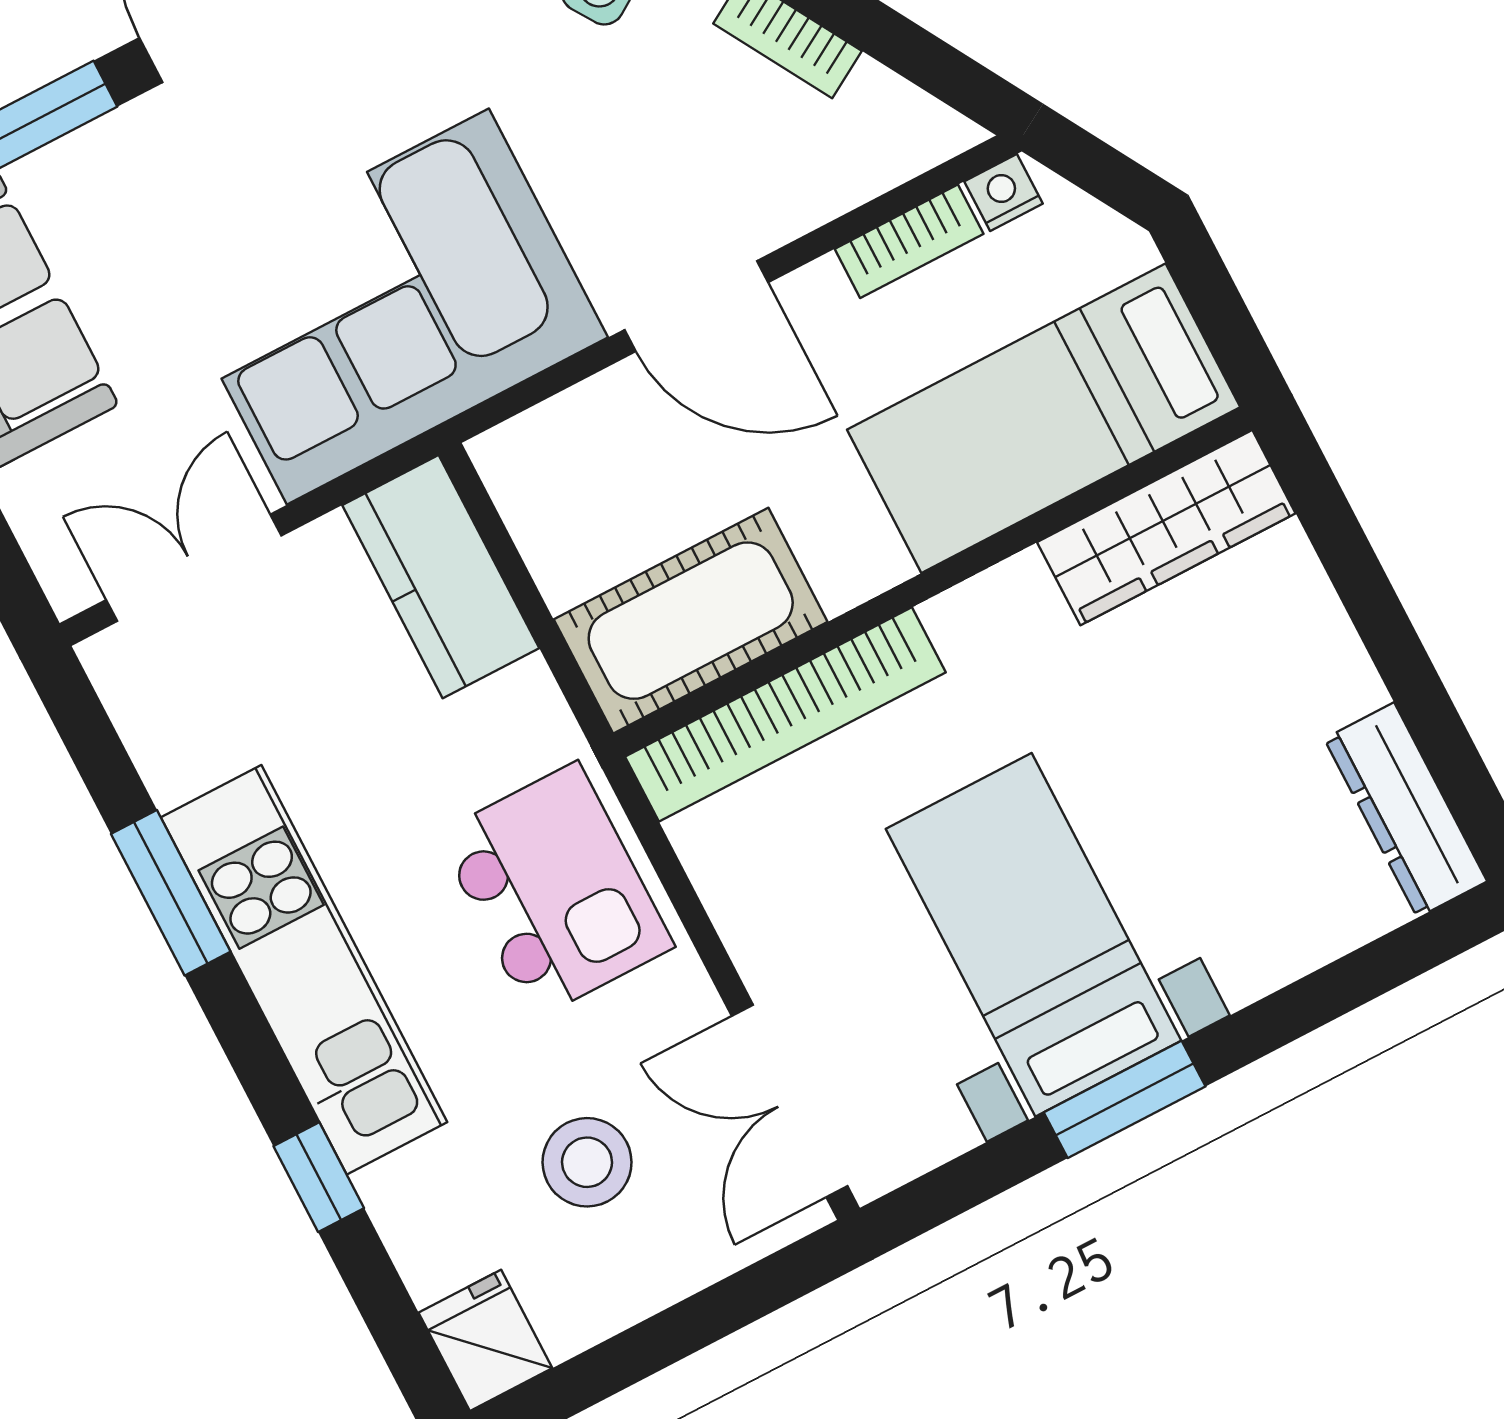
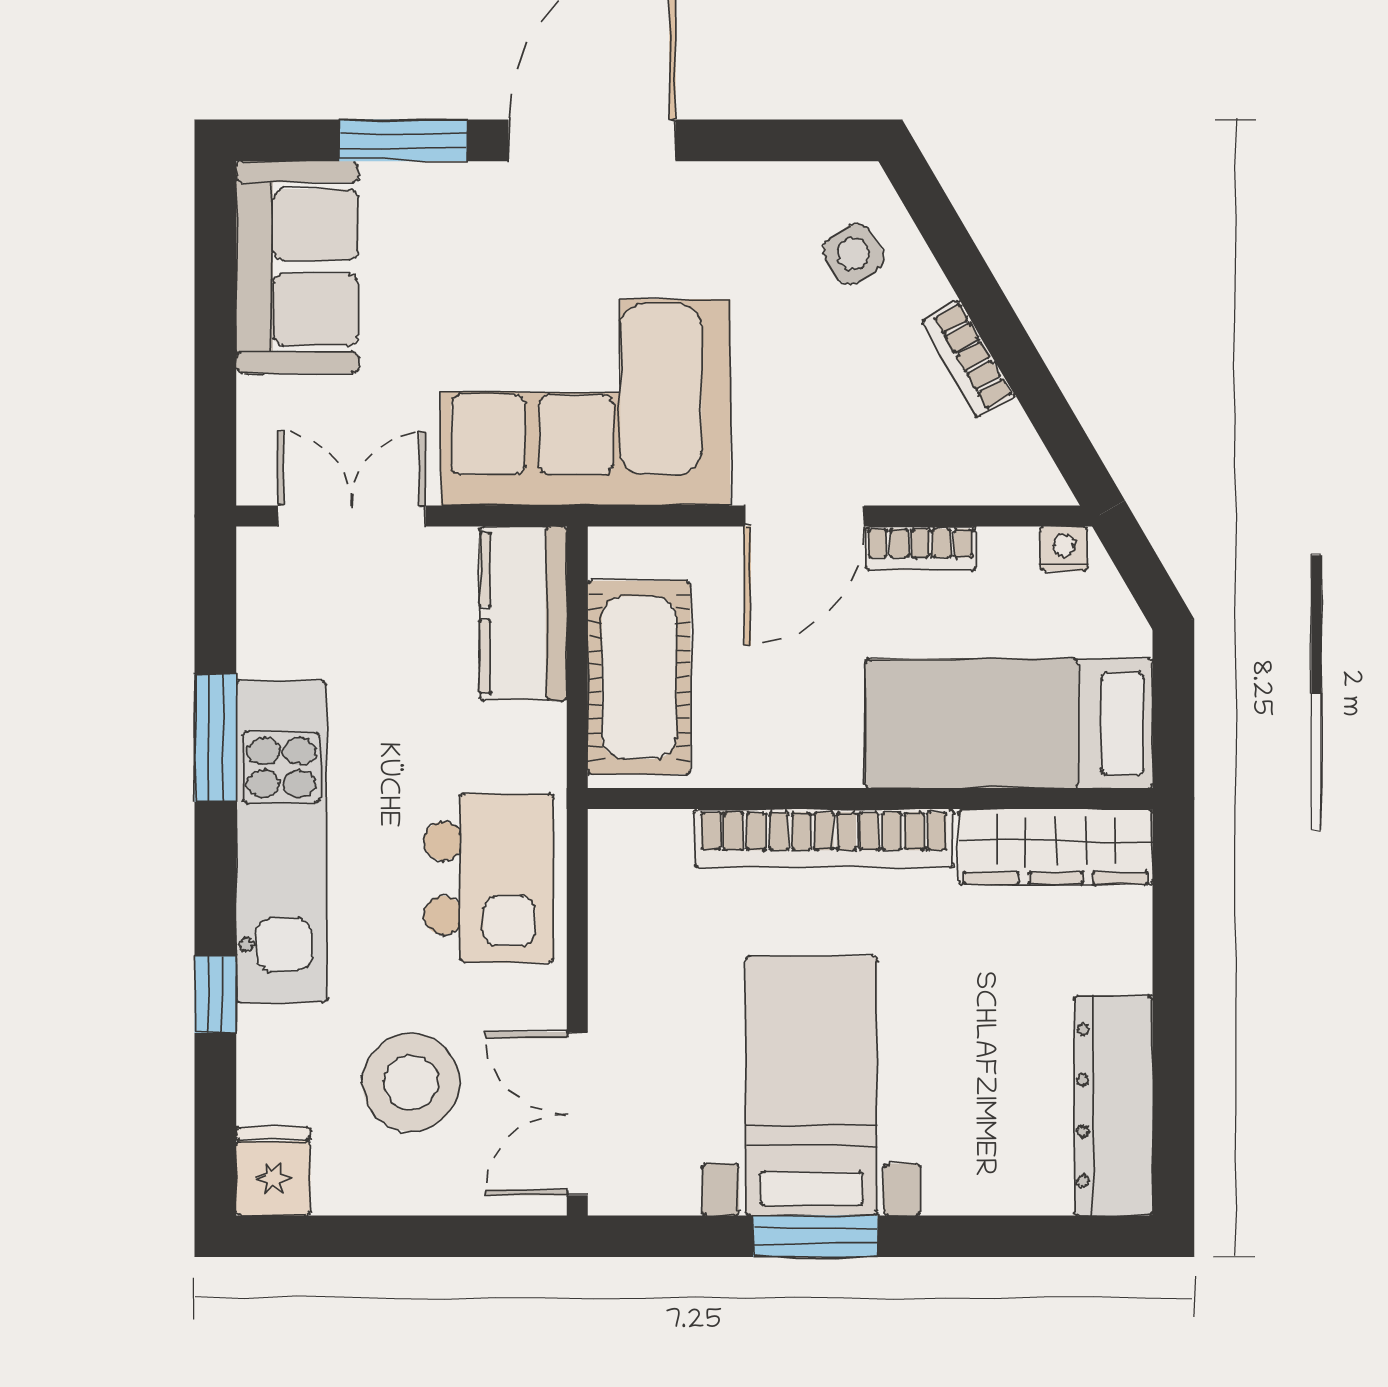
bookcase: (909, 241) -> (920, 549), moved
door: (696, 306) -> (804, 516), hinge flipped
cot: (691, 621) -> (639, 678), moved, turned 90
bookcase: (785, 714) -> (824, 838), moved
dresser: (1406, 810) -> (1113, 1105), width x1.37, depth x1.24
stool: (587, 1162) -> (411, 1082), width x1.38, depth x1.38

